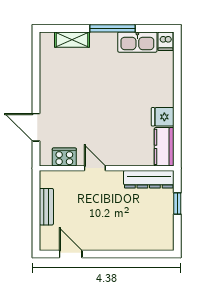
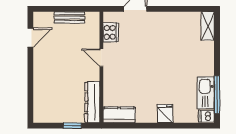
window: (113, 28) -> (217, 95), moved
shelving: (72, 40) -> (208, 26), moved
fridge: (163, 117) -> (165, 114), moved
door: (95, 168) -> (101, 58), swing flipped

